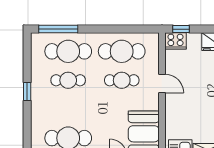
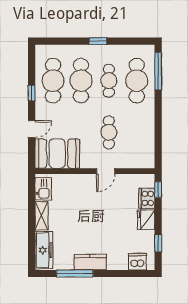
cooker: (175, 41) -> (147, 198), moved
cafe table: (122, 51) -> (81, 81), moved

